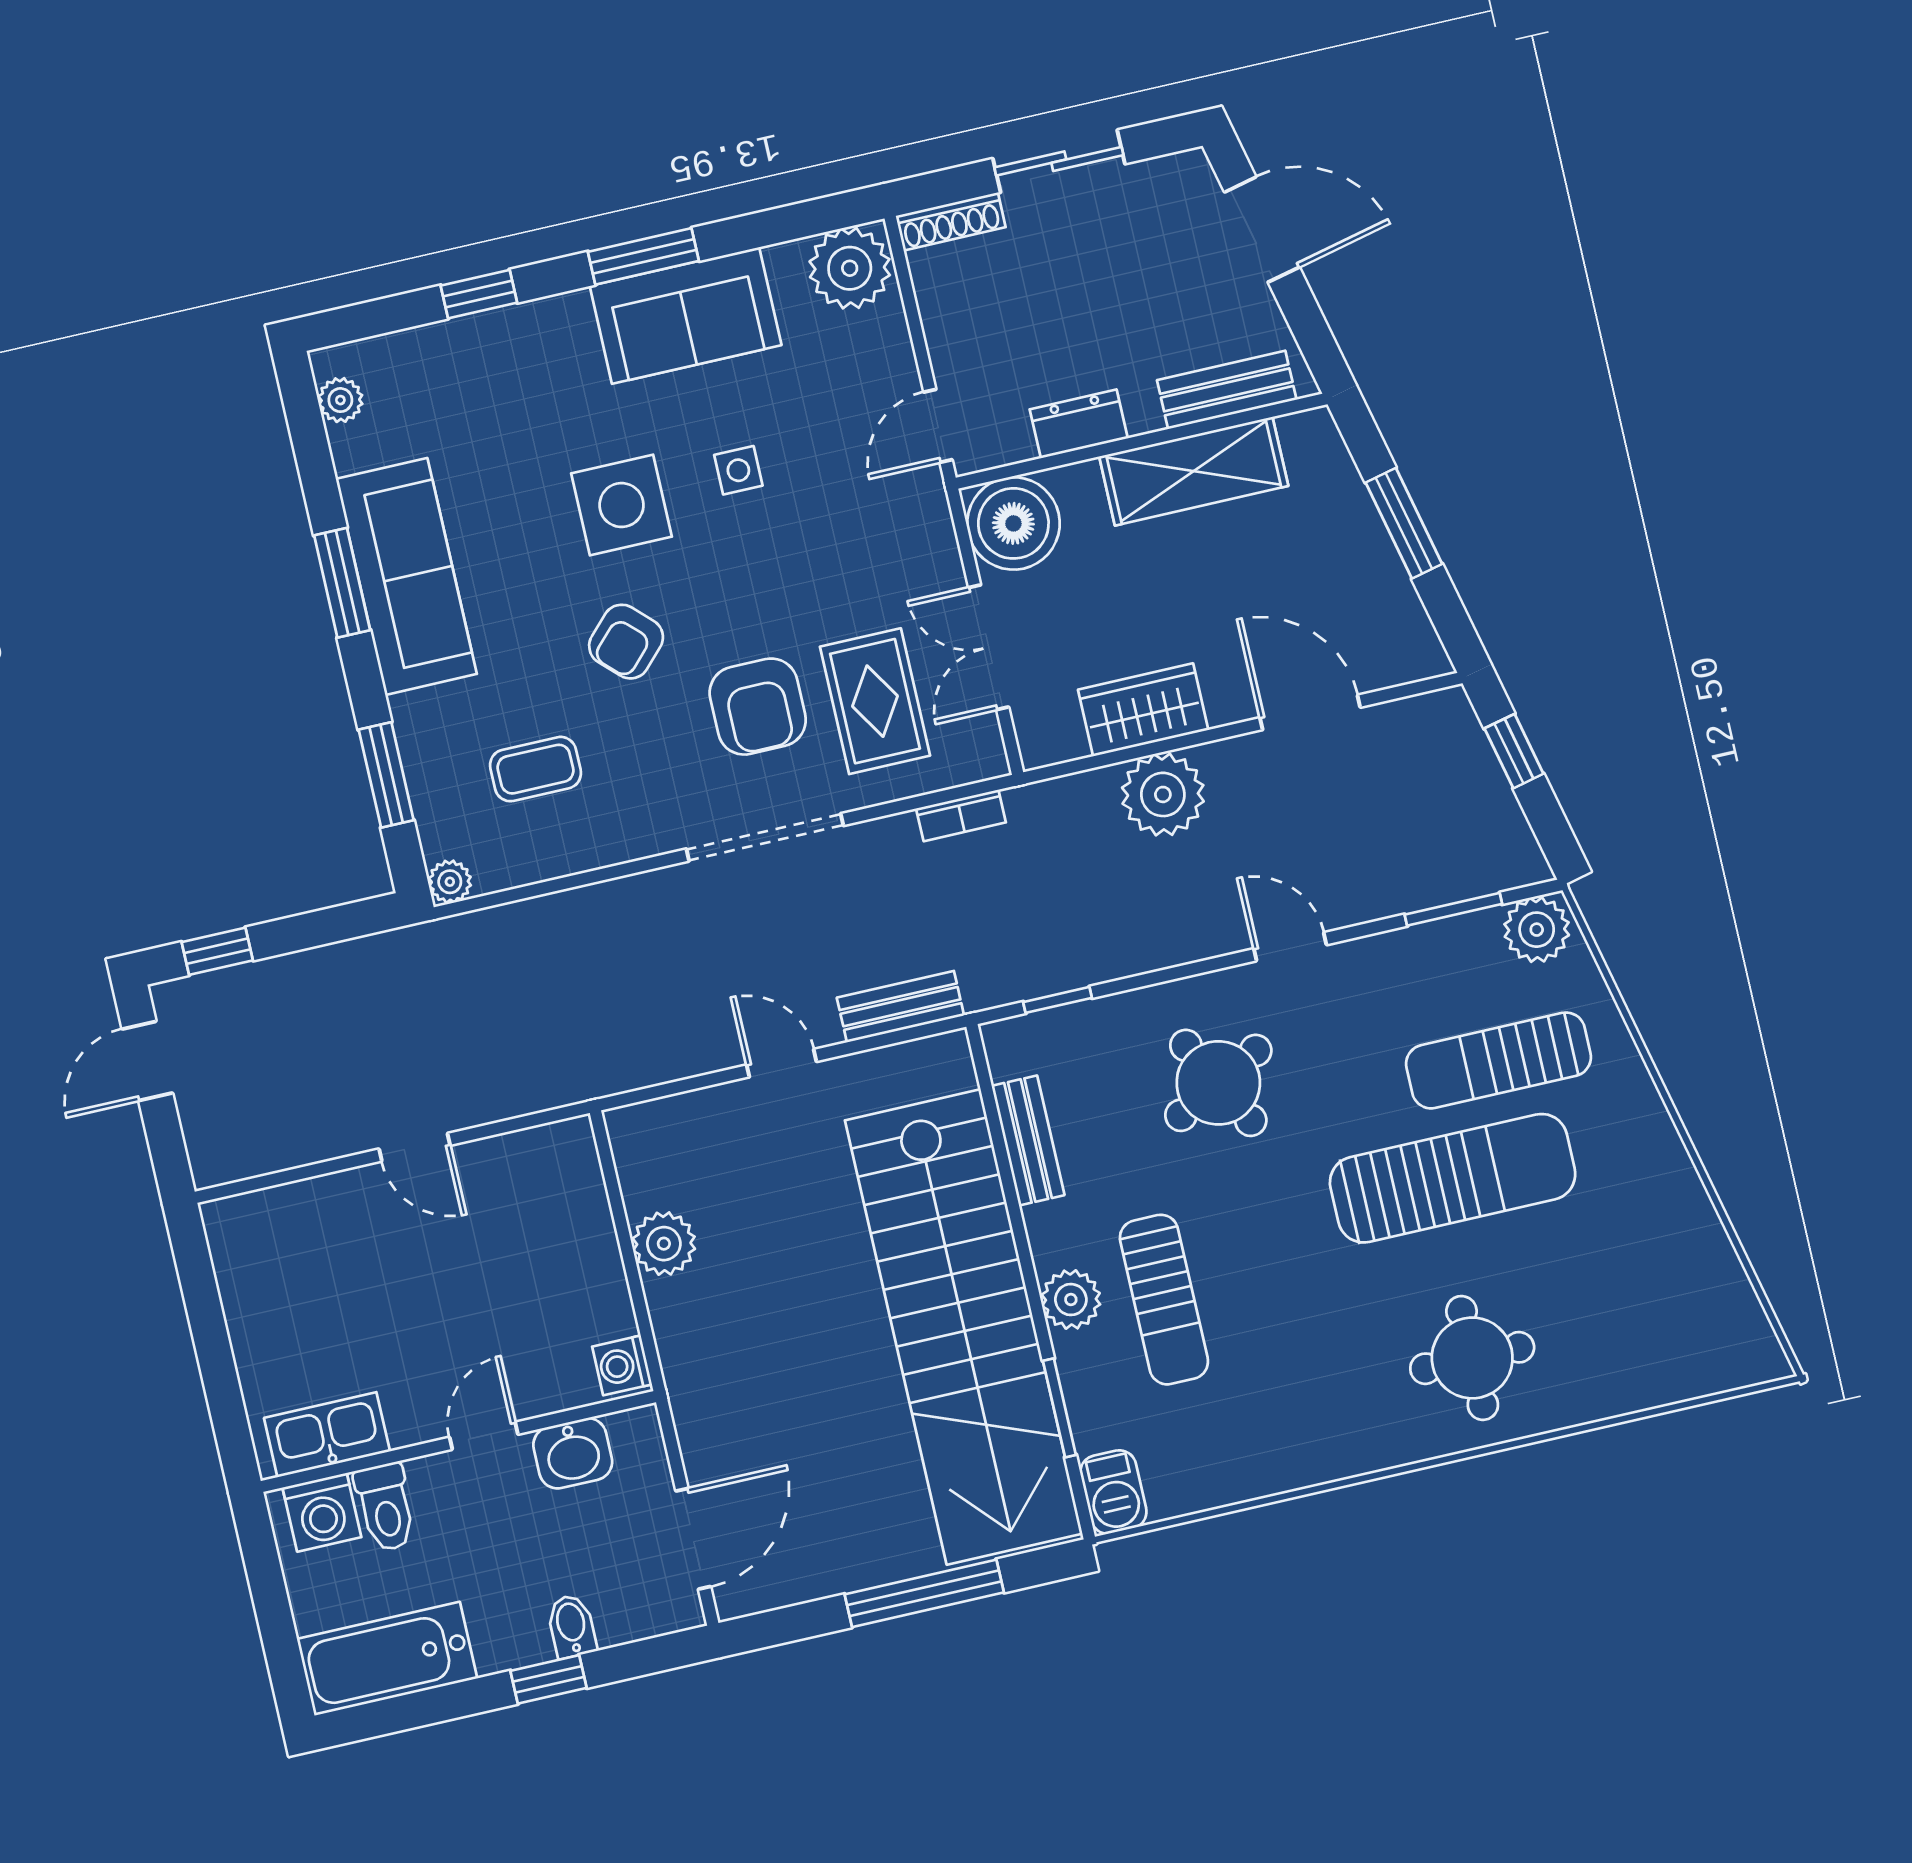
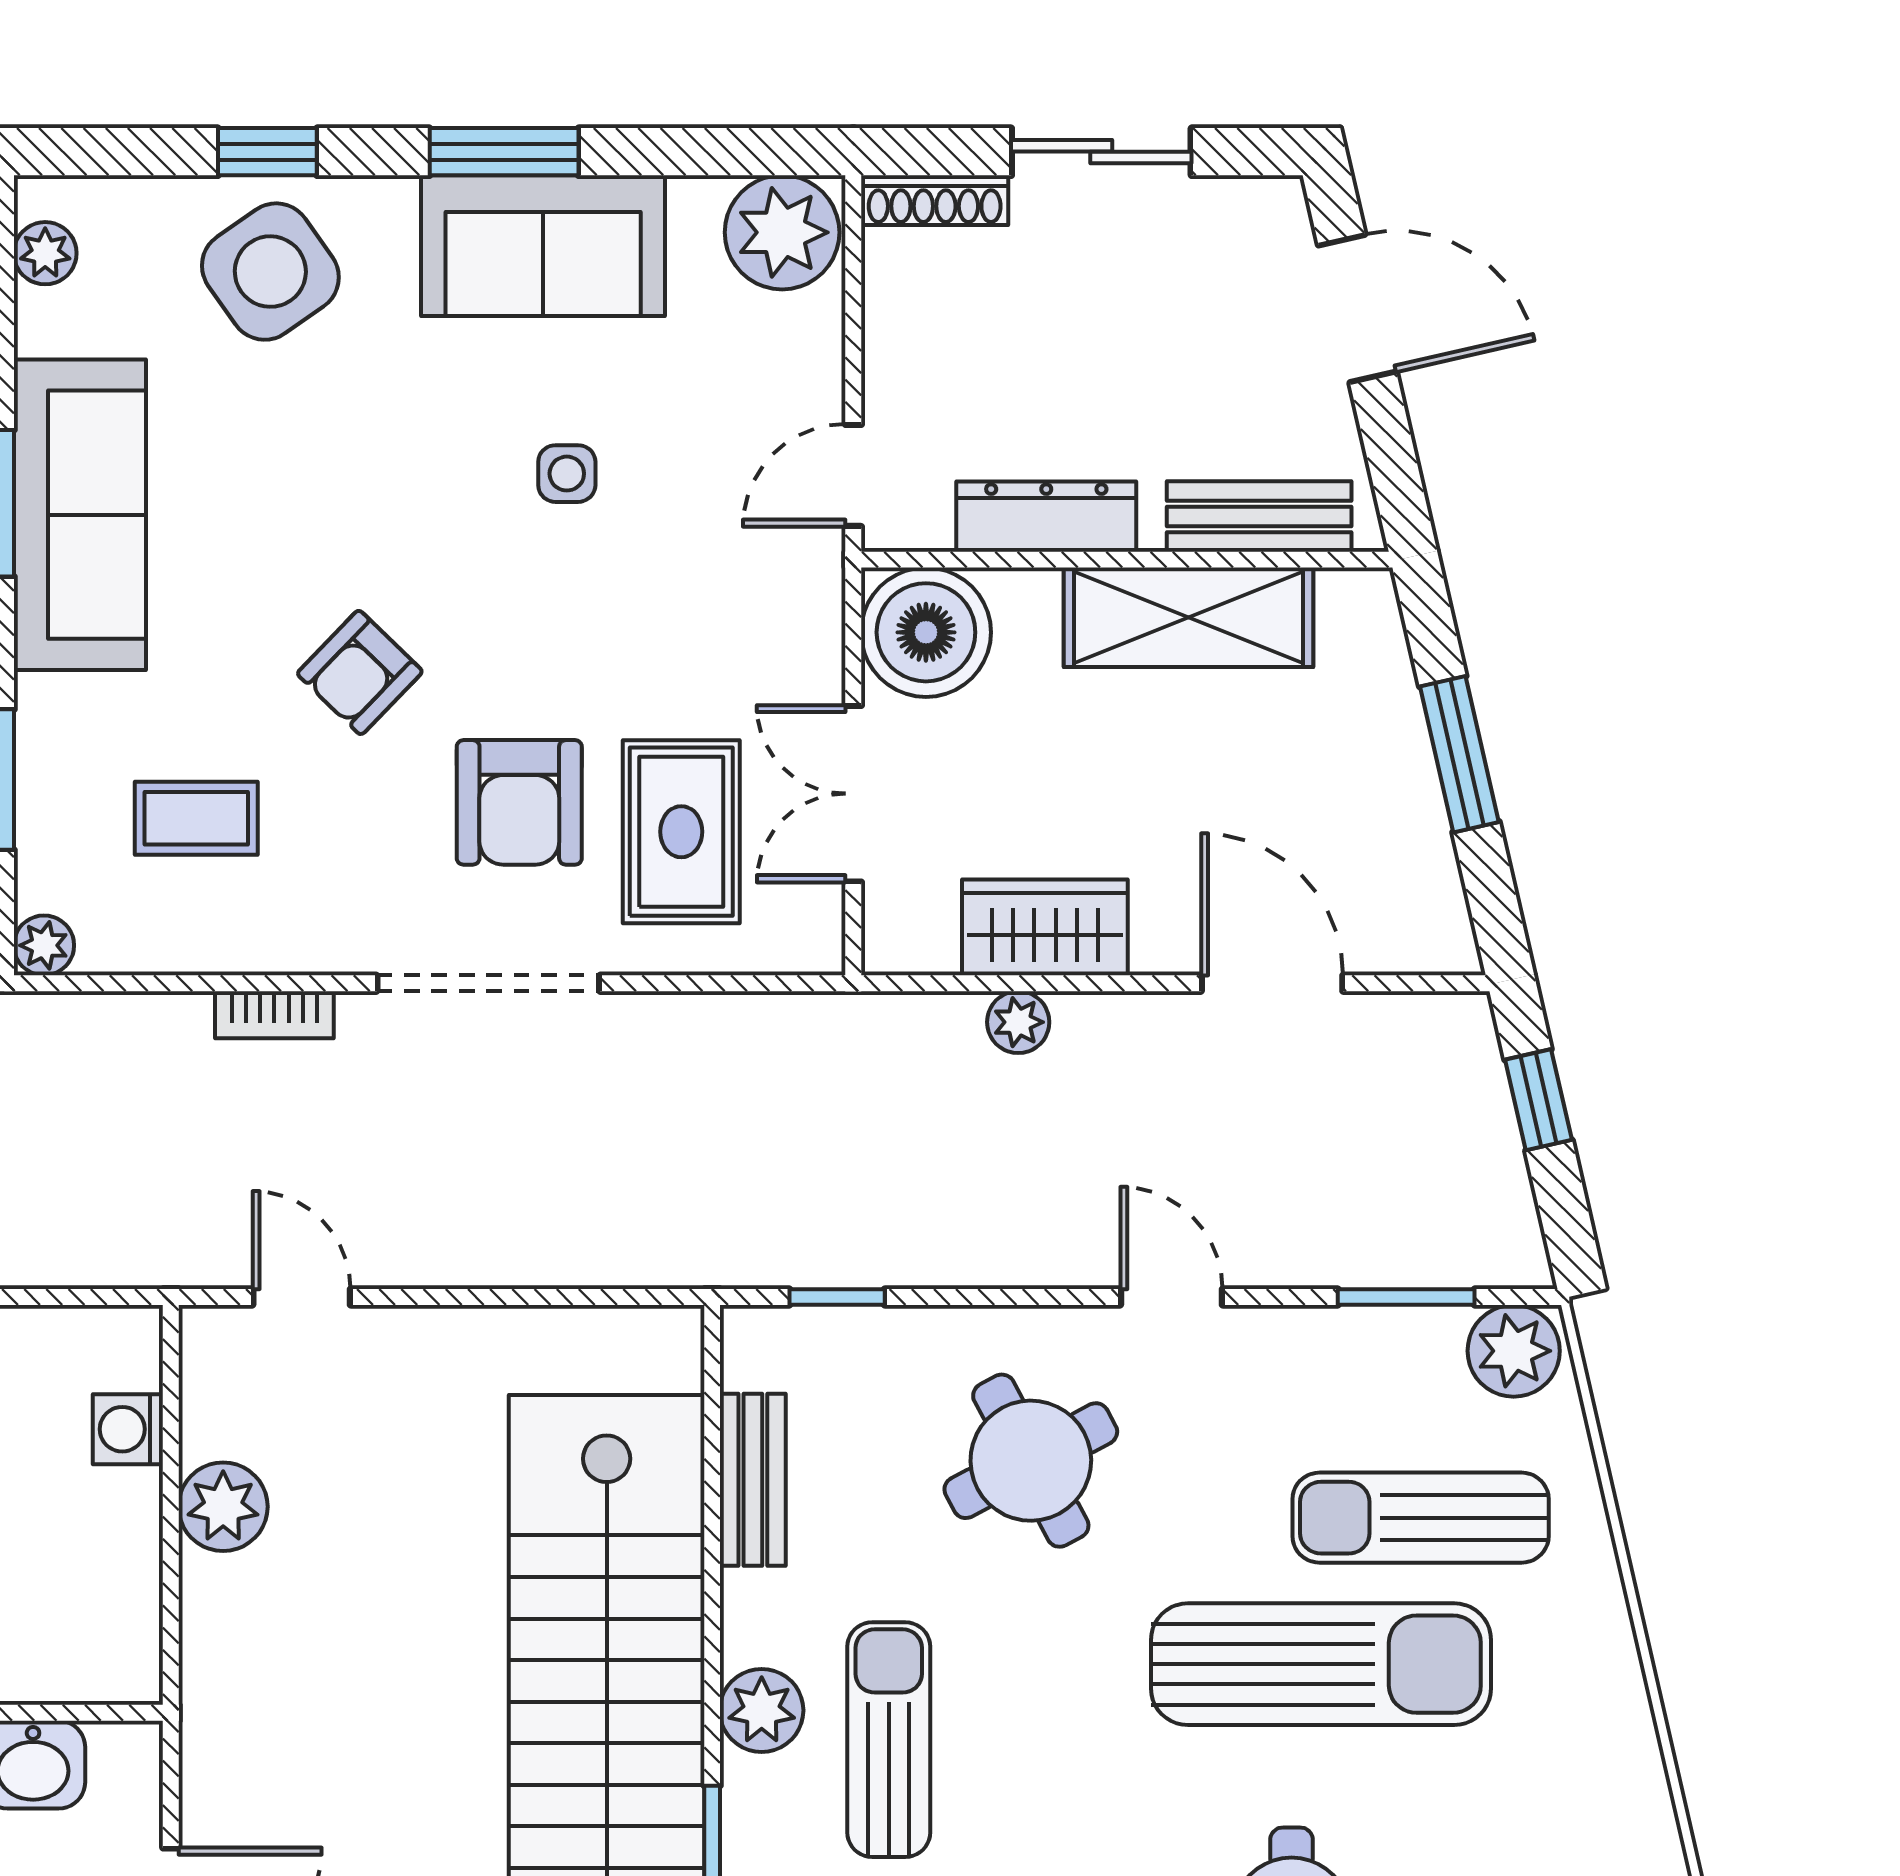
dresser: (1079, 424) -> (1046, 517), width x1.44
side table: (622, 505) -> (270, 272), moved, turned -35
plant: (1163, 794) -> (1018, 1022), width x0.53, depth x0.53
bookcase: (961, 815) -> (274, 1015), moved
bench: (900, 1007) -> (620, 1257), removed
door: (781, 1063) -> (302, 1297), moved
sun lounger: (1164, 1300) -> (889, 1740), turned 180
washing machine: (622, 1365) -> (128, 1429), moved

